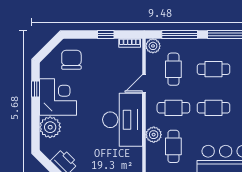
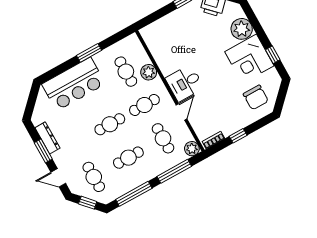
desk: (123, 120) -> (185, 83), width x0.53, depth x0.77

